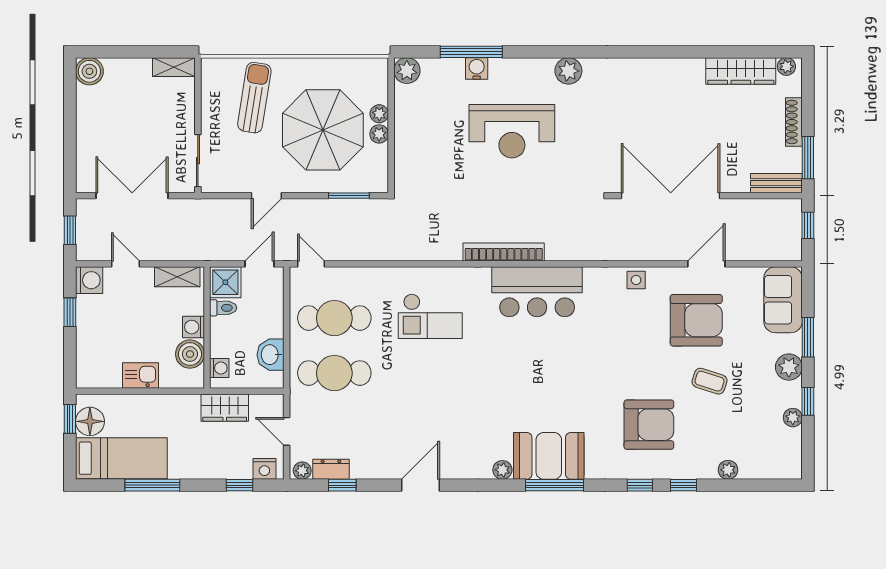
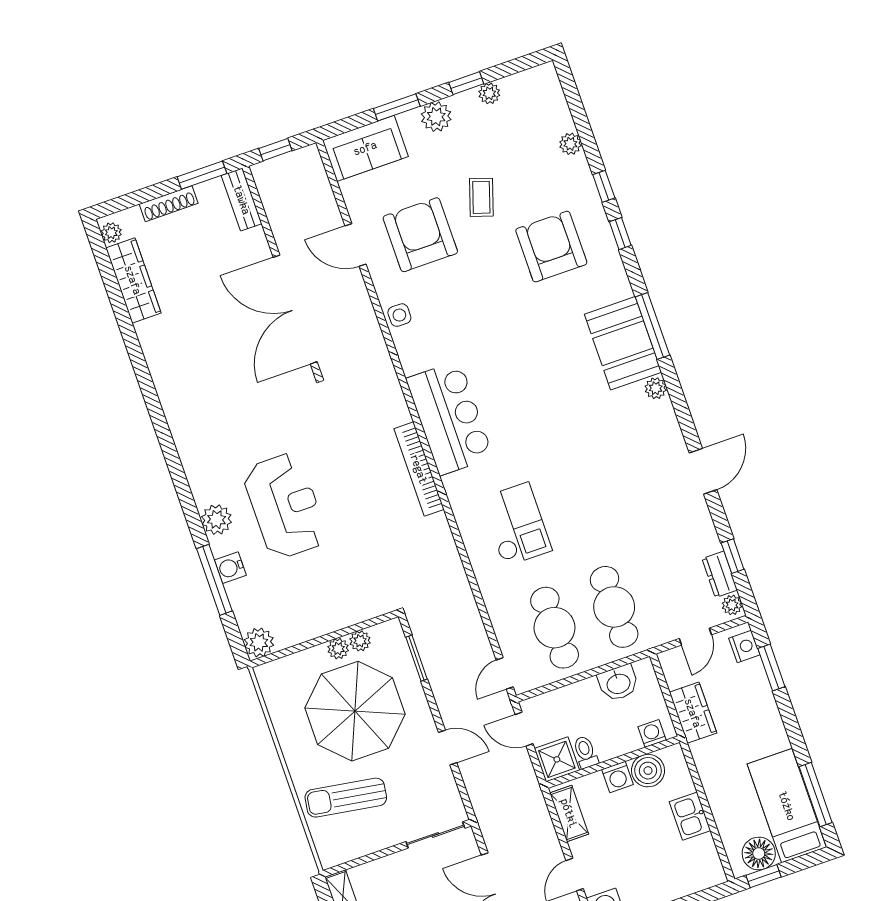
plant: (568, 71) -> (217, 520), moved
plant: (379, 114) -> (360, 641), moved
window: (152, 485) -> (816, 795), moved
window: (239, 485) -> (771, 667), width x1.50
door: (421, 485) -> (703, 471), swing flipped

